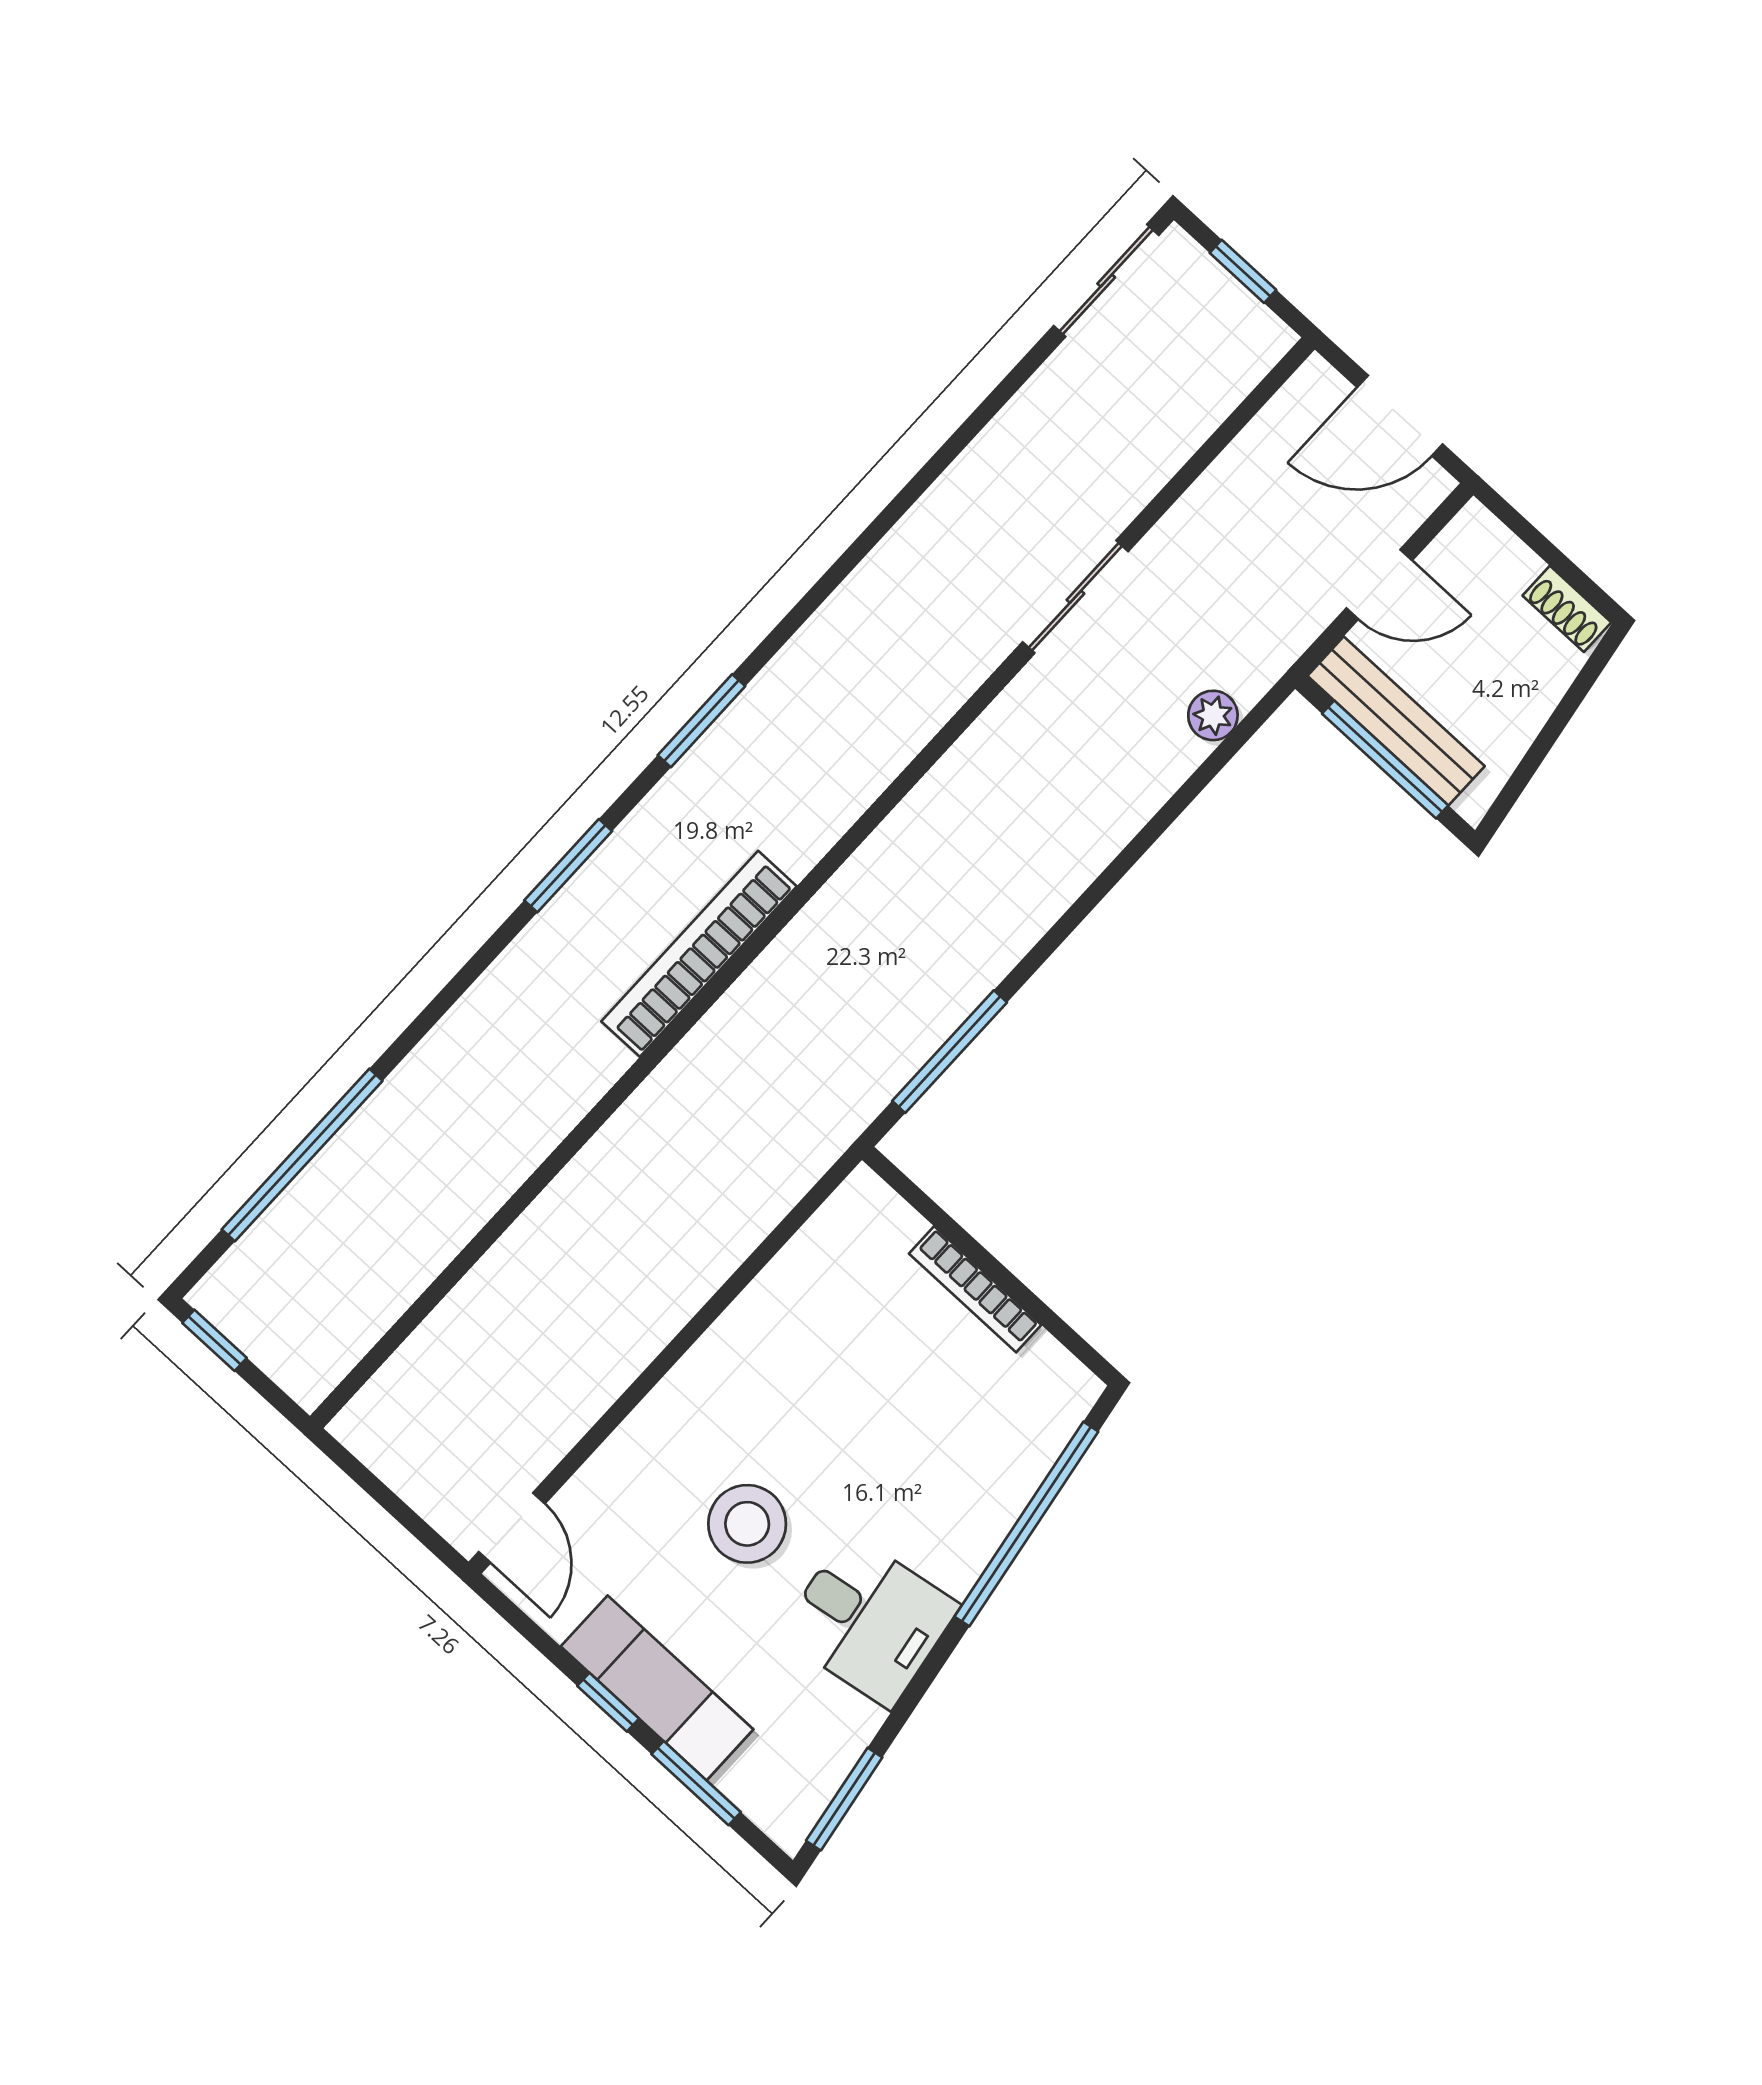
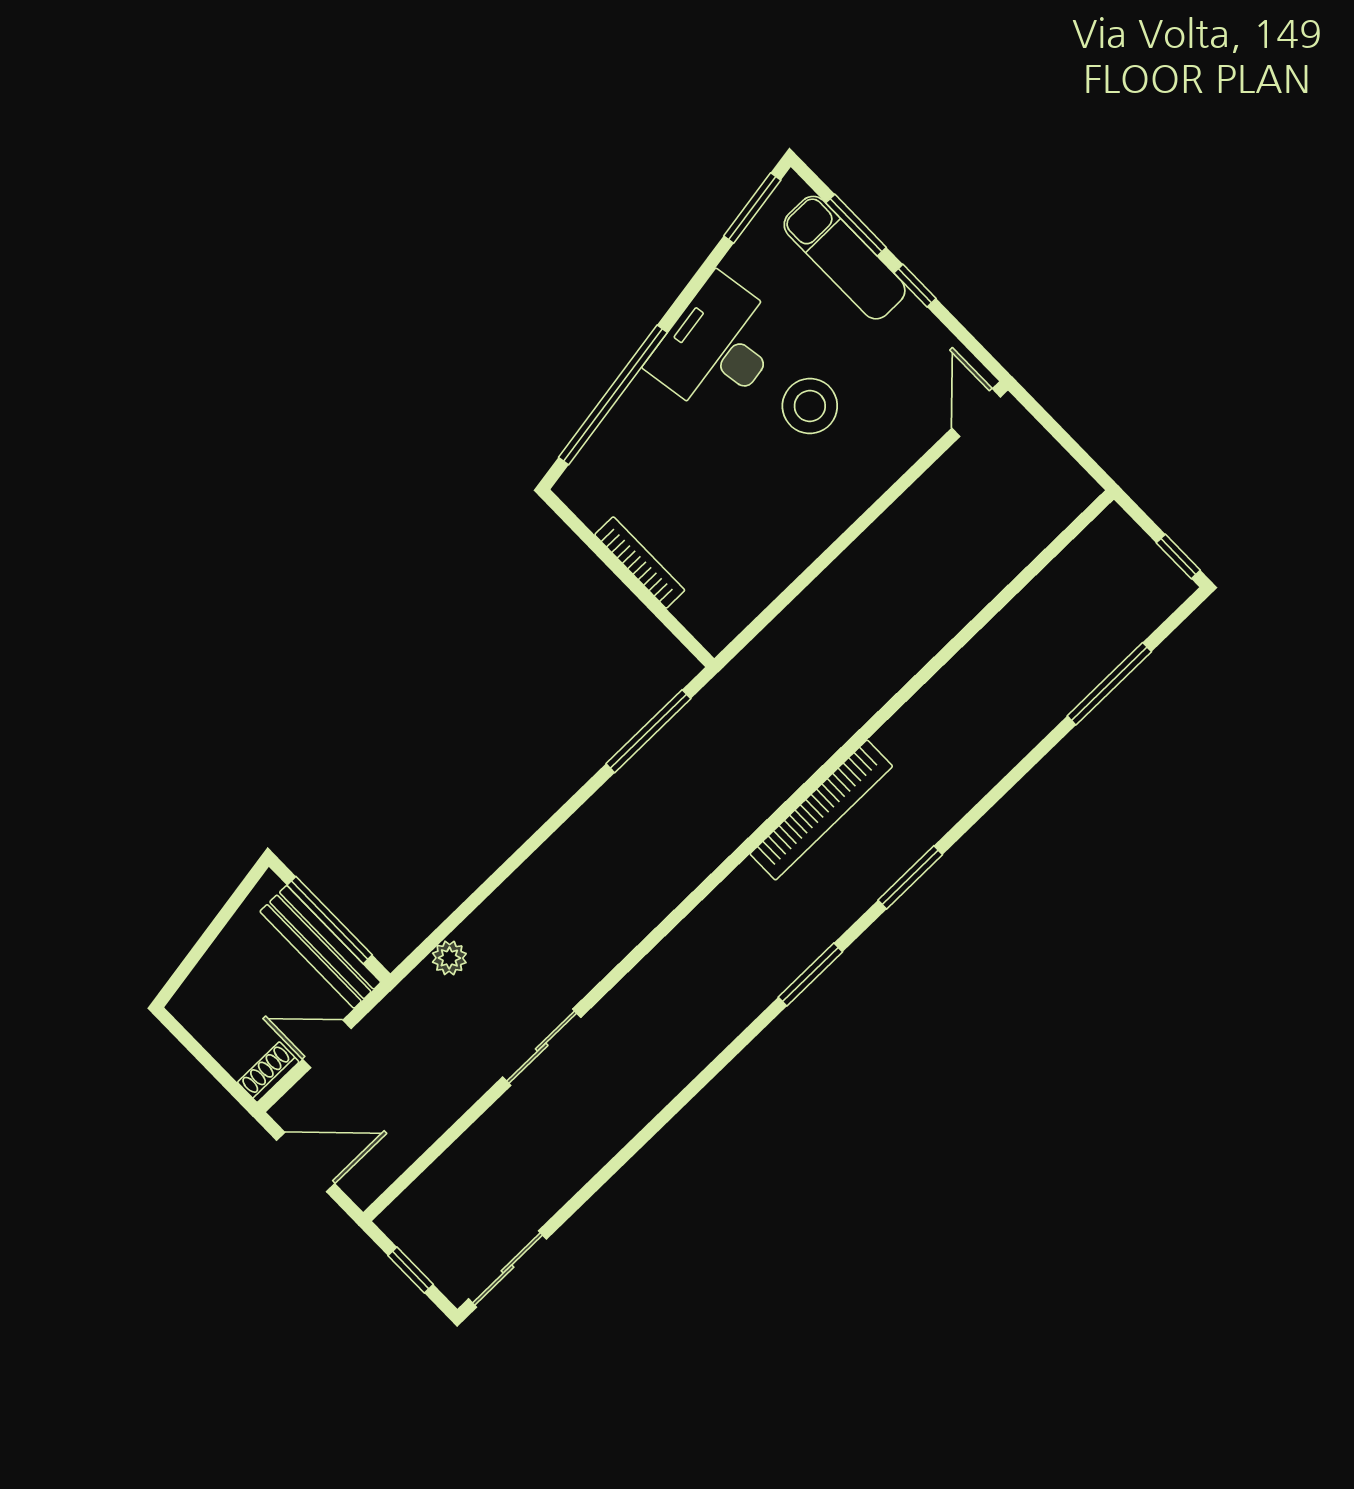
shoe rack: (1567, 609) -> (268, 1072), moved, turned -90
window: (302, 1155) -> (1109, 684), width x0.68
desk: (869, 1620) -> (718, 347), width x1.37
exam couch: (657, 1688) -> (845, 258), moved

